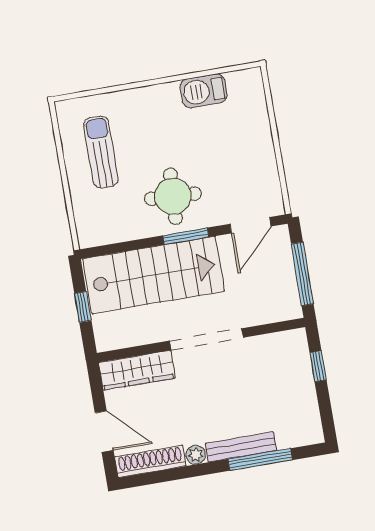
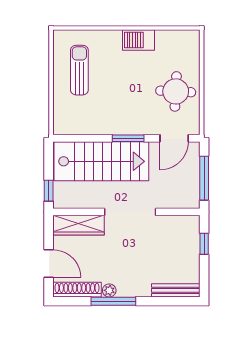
barbecue: (204, 91) -> (139, 40), moved
round table: (173, 196) -> (176, 91), moved
window: (83, 307) -> (49, 191), moved
bench: (241, 447) -> (176, 290), moved
window: (260, 459) -> (113, 301), moved

